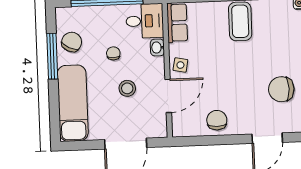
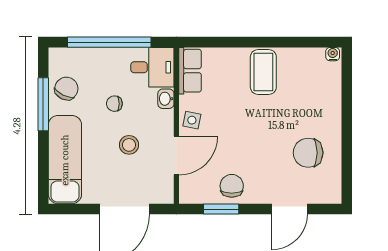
chair: (113, 53) -> (114, 104), turned -90
window: (208, 140) -> (221, 209), added

